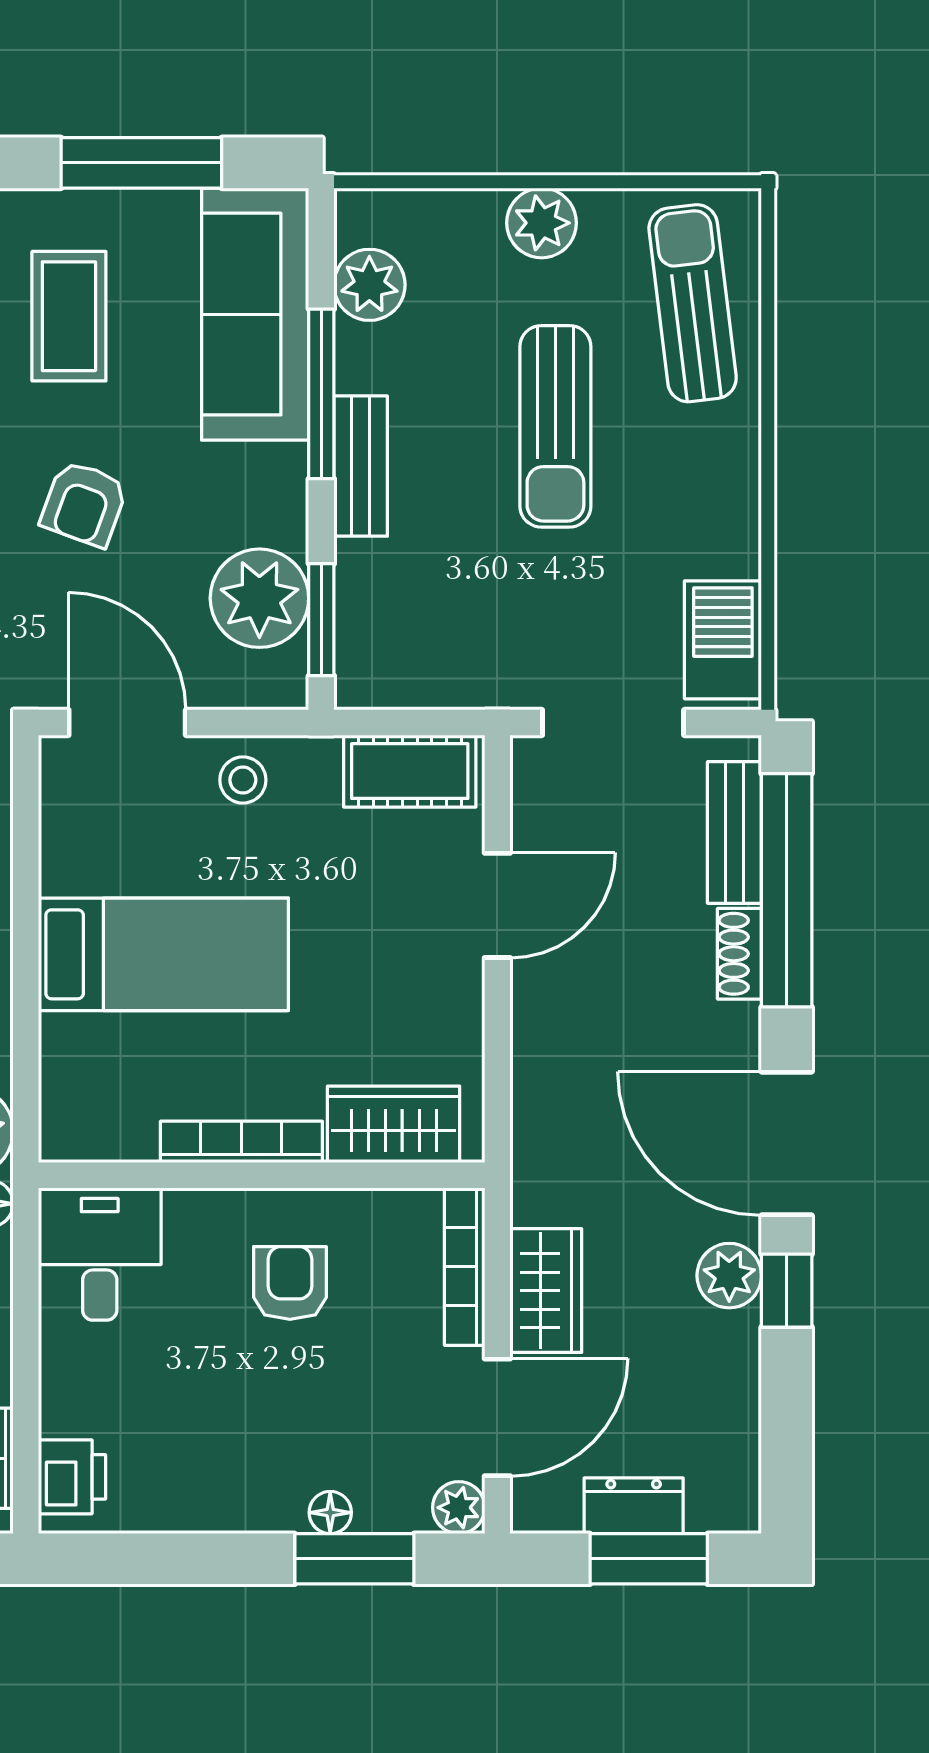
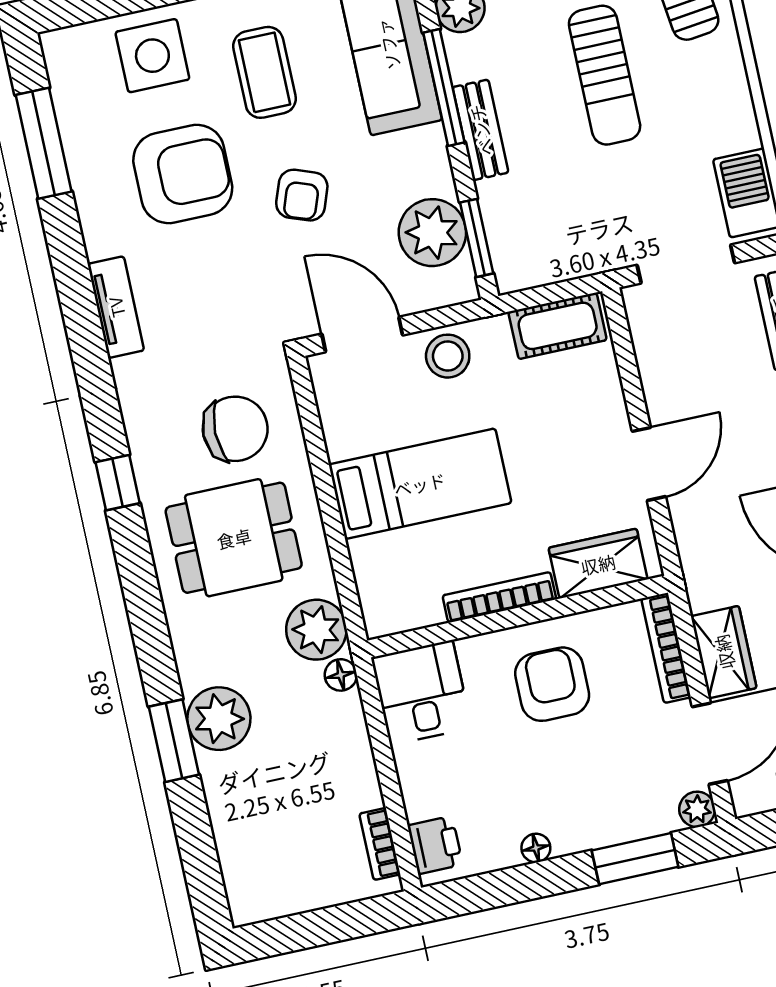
stool: (243, 780) -> (448, 356), width x1.37, depth x1.37
door: (497, 905) -> (649, 464), moved
armchair: (290, 1283) -> (552, 684), width x1.38, depth x1.38
floor lamp: (330, 1513) -> (536, 848), moved

